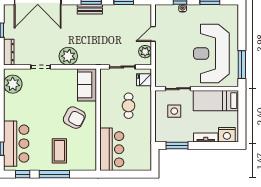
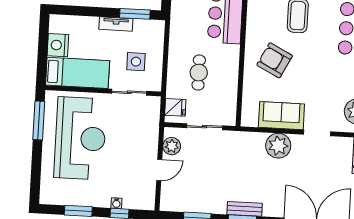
sofa: (87, 85) -> (281, 116), moved, turned -90
nightstand: (227, 135) -> (58, 45), moved, turned -90
tv unit: (206, 137) -> (116, 24), moved

